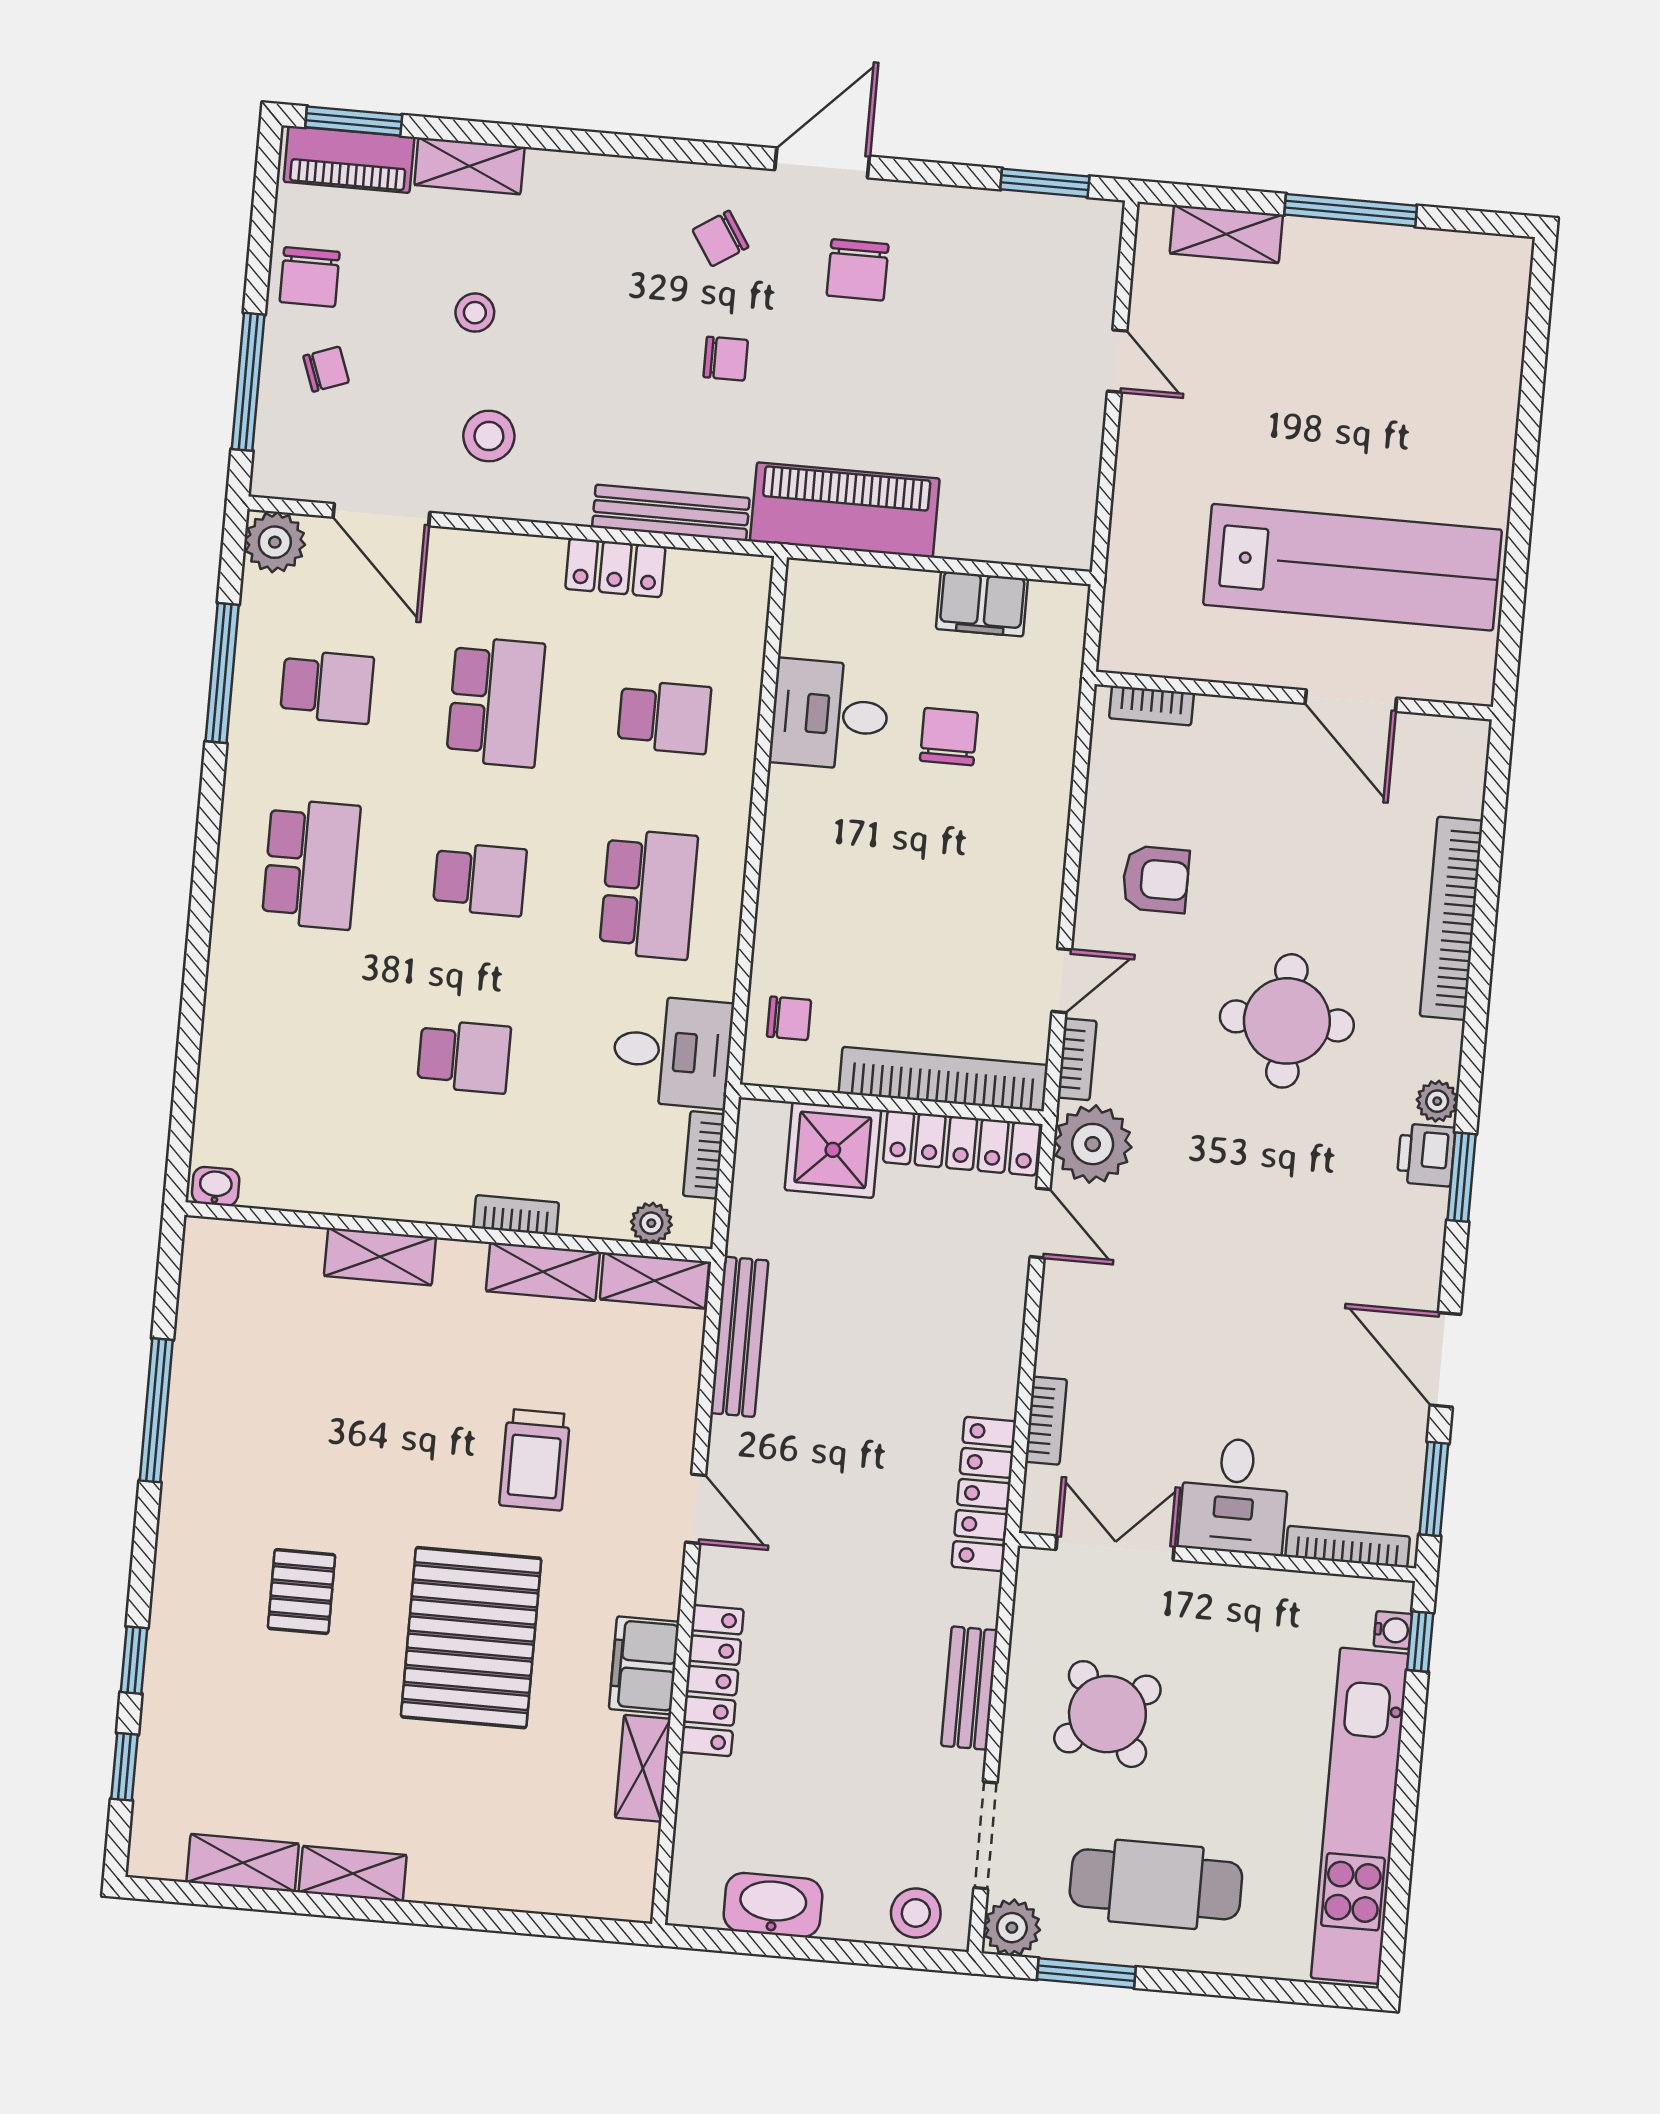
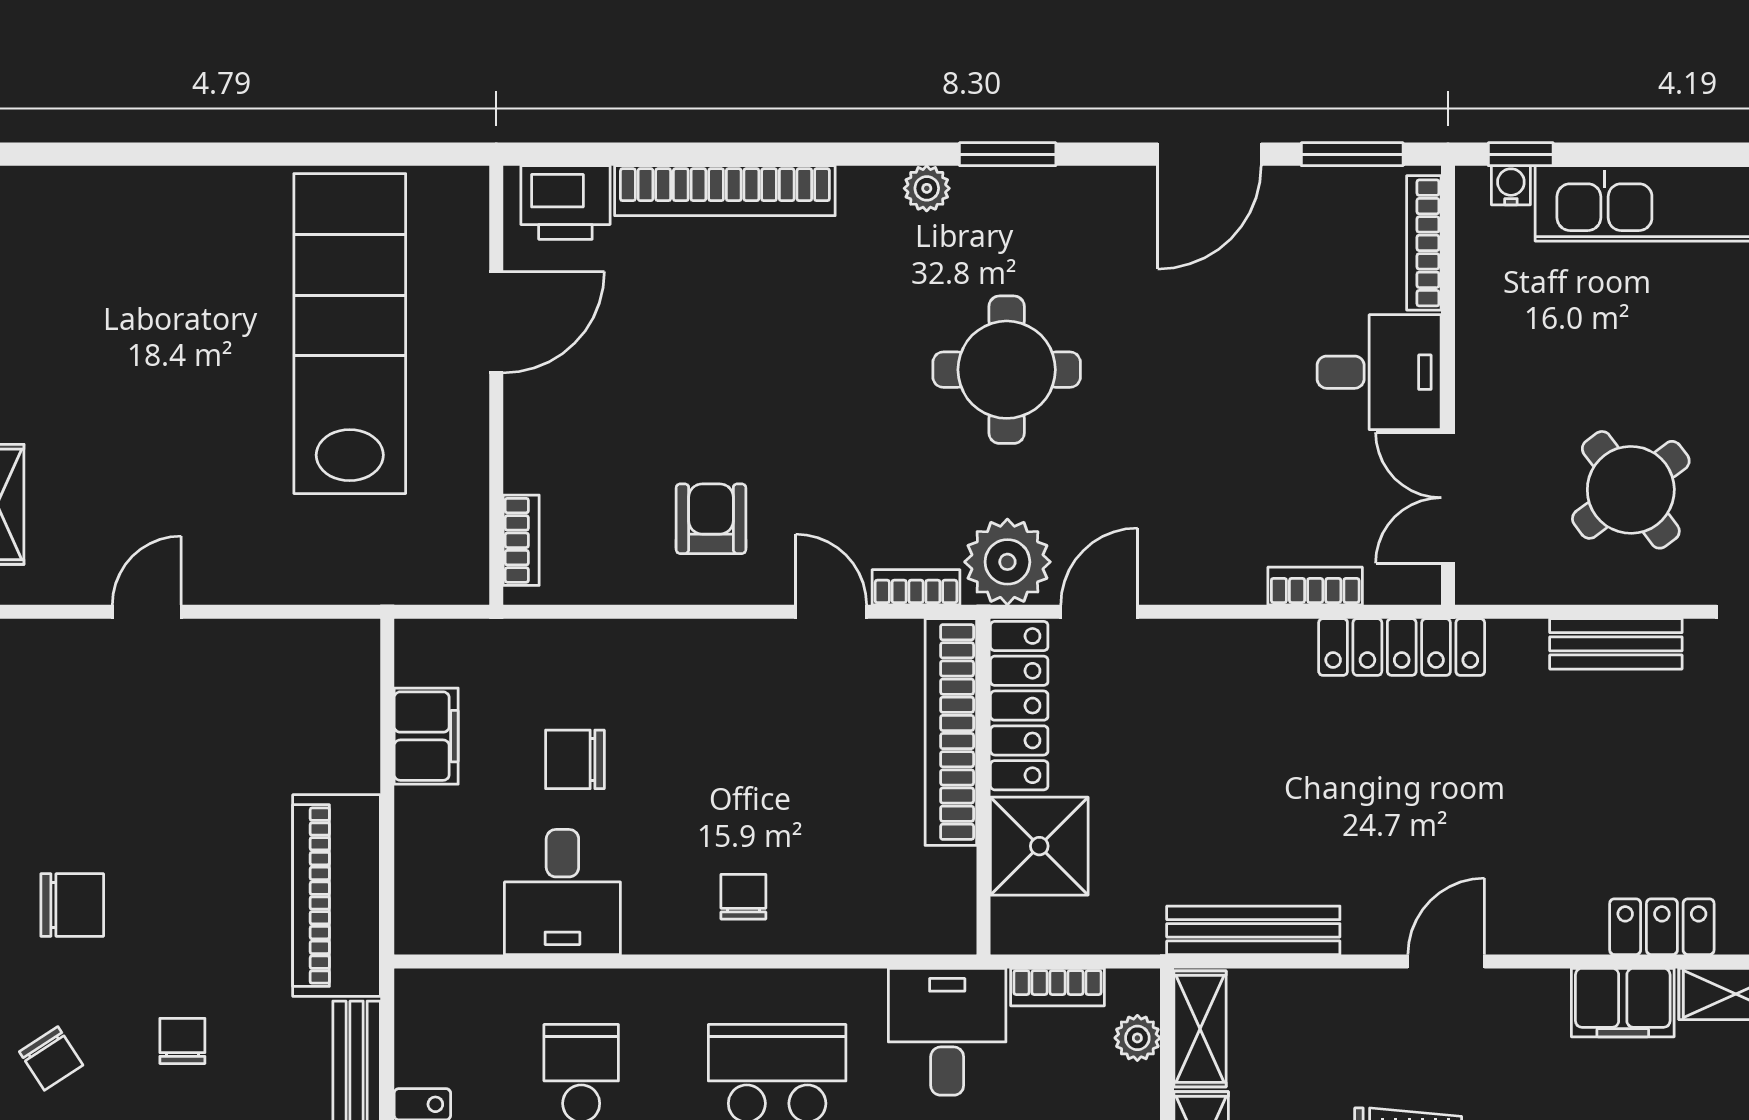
chair: (789, 1018) -> (743, 897), moved
round table: (1287, 1021) -> (1007, 370), moved
printer: (1426, 1155) -> (565, 202), moved, width x1.36, depth x1.24
locker: (712, 1681) -> (1662, 927), width x0.66

